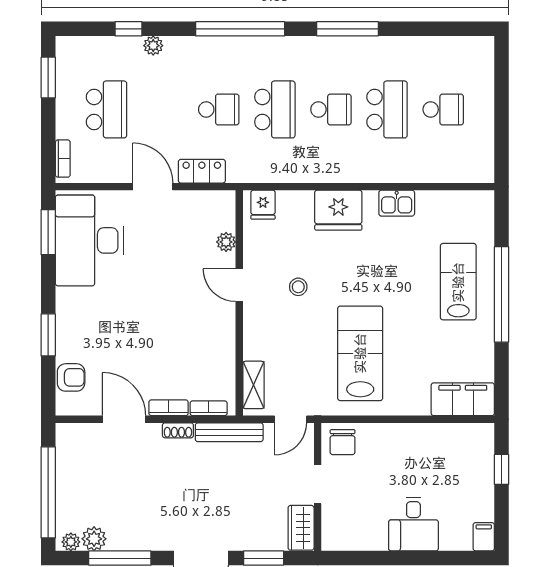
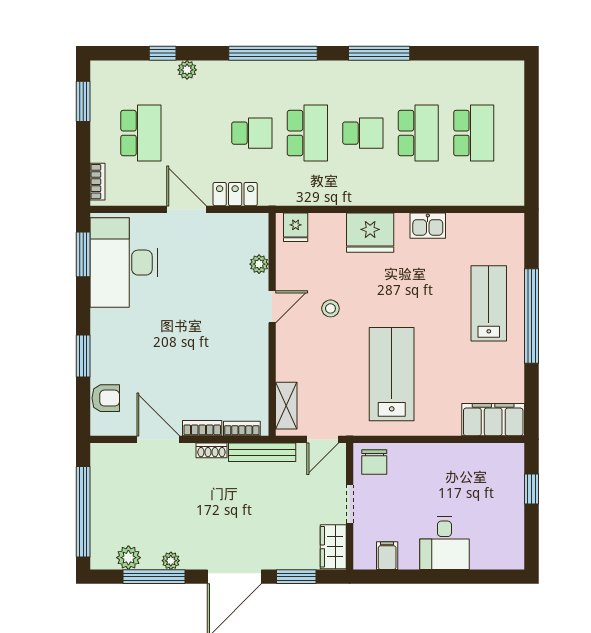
school desk: (443, 109) -> (474, 133), width x1.85
door: (239, 285) -> (272, 307), swing flipped
filing cabinet: (484, 537) -> (387, 556), moved
plant: (71, 542) -> (171, 561), moved

